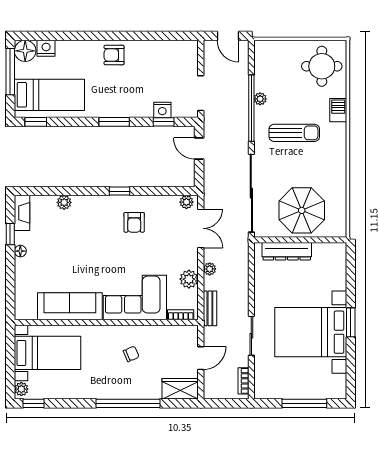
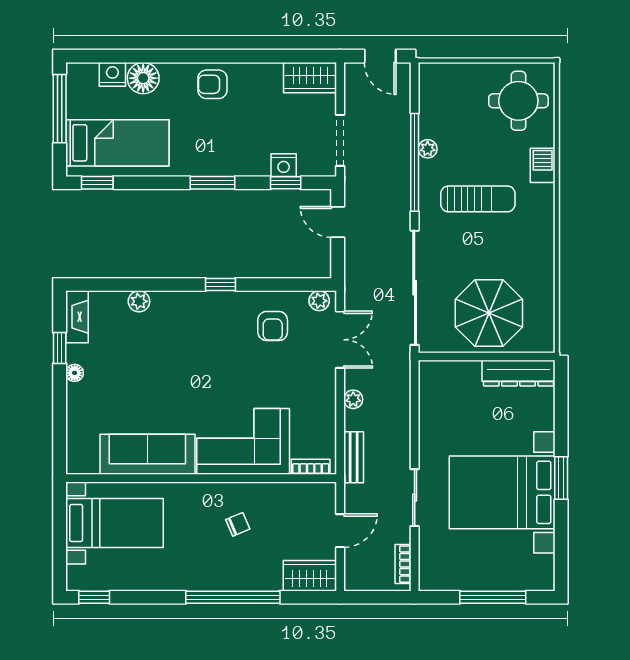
floor lamp: (25, 51) -> (143, 78), moved
wardrobe: (180, 51) -> (310, 78), added
armchair: (134, 222) -> (273, 326), moved
dresser: (287, 251) -> (519, 373), moved
plant: (189, 279) -> (323, 414), removed
plant: (21, 389) -> (76, 576), removed

